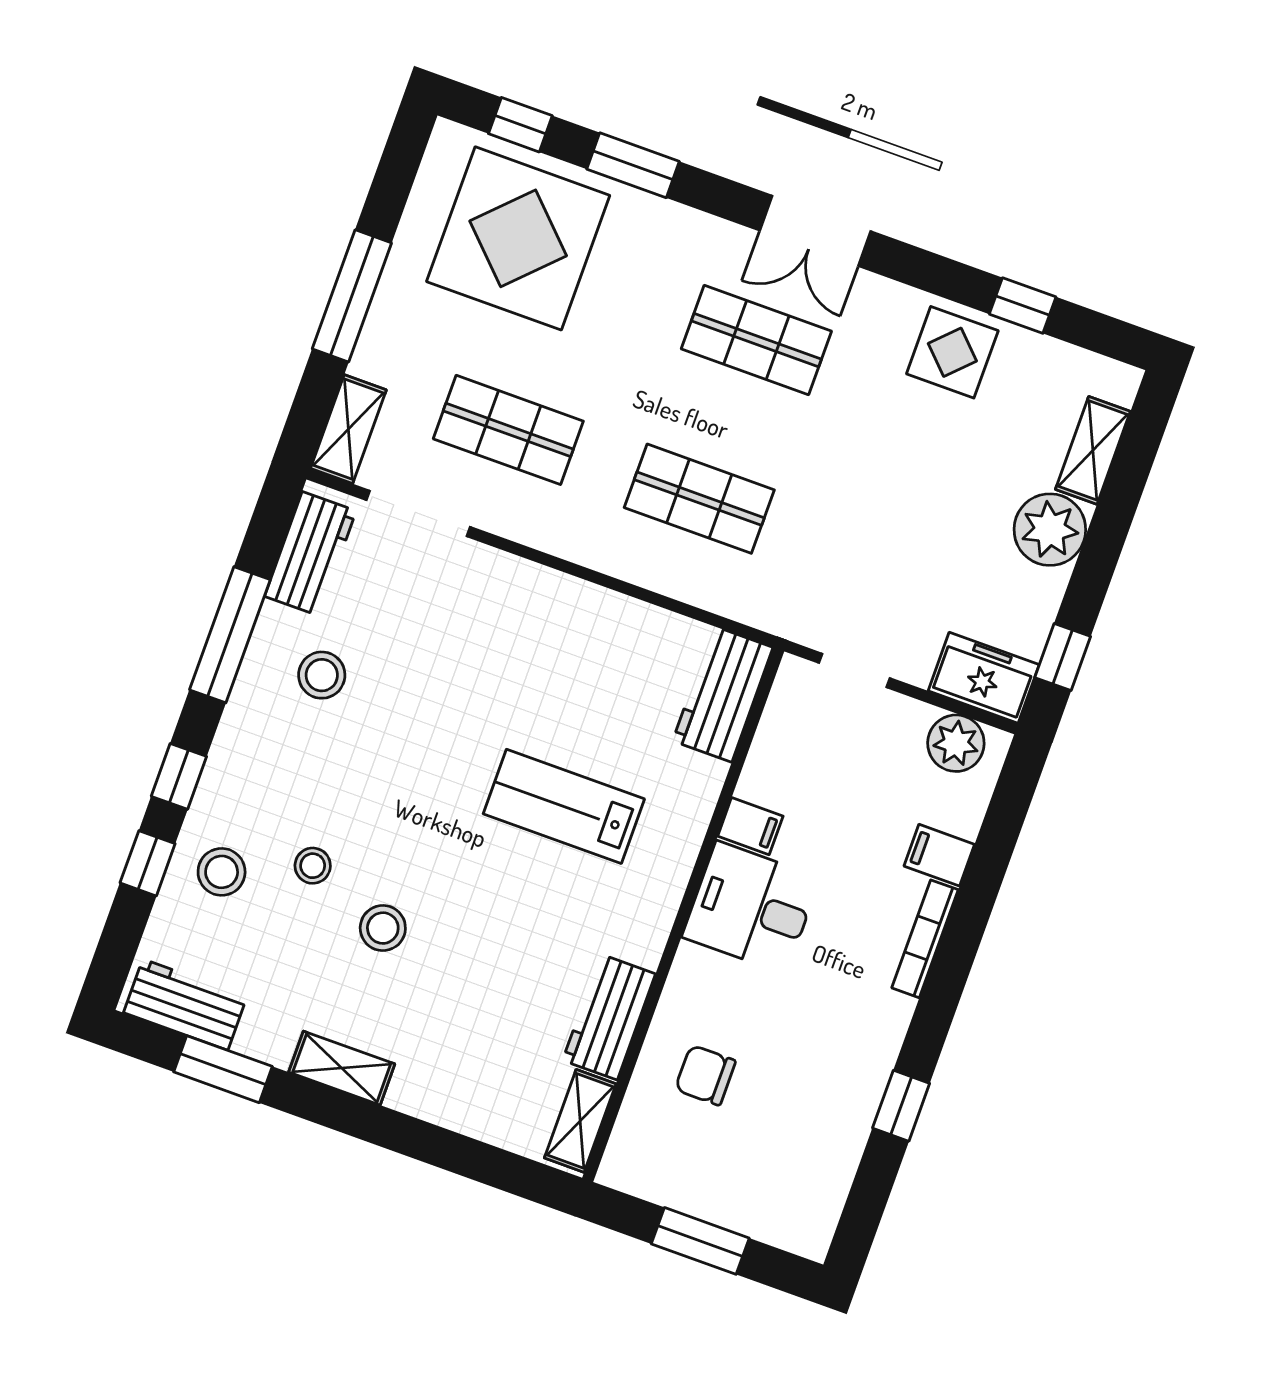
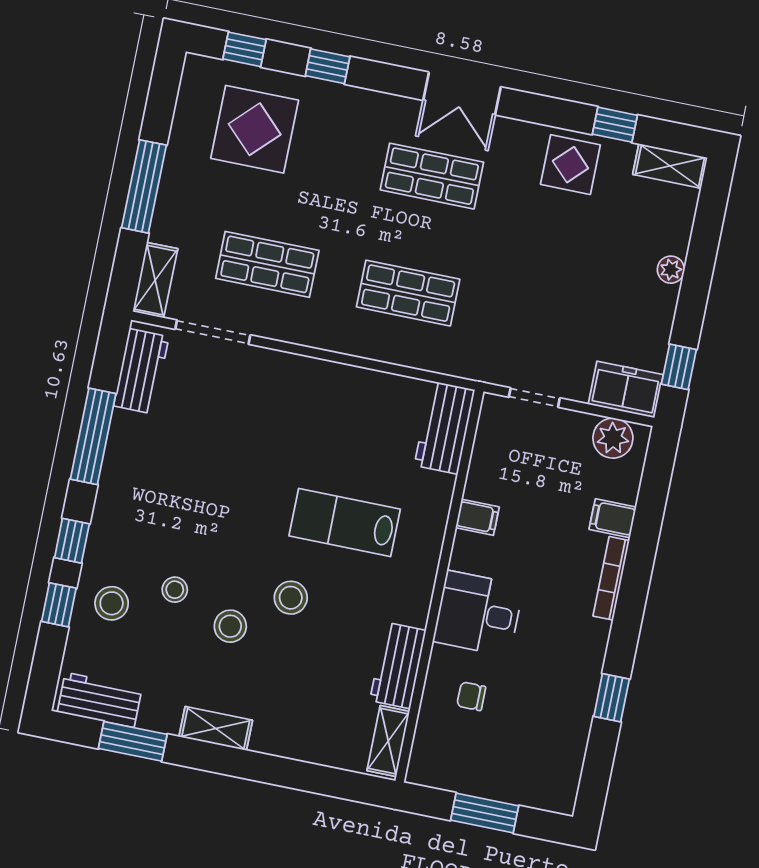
window: (633, 165) -> (328, 66), width x0.67
display table: (518, 238) -> (255, 129), width x0.73, depth x0.73
shelving: (1093, 450) -> (670, 166), moved, turned 90
plant: (1050, 530) -> (671, 270), width x0.53, depth x0.53
stool: (322, 675) -> (291, 598), moved
desk: (751, 907) -> (478, 613), moved
chair: (705, 1075) -> (471, 696), width x0.73, depth x0.73

